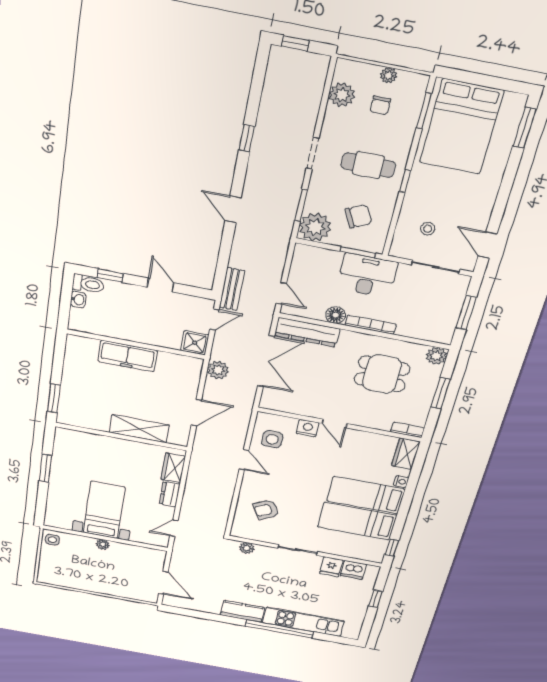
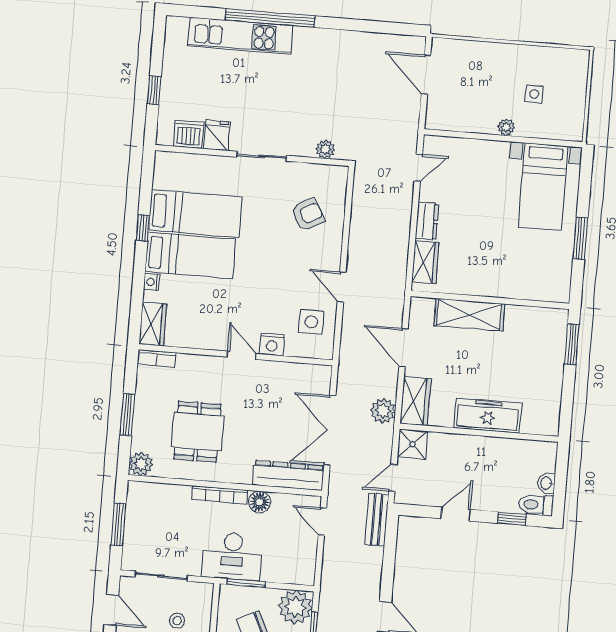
door: (160, 285) -> (456, 514), swing flipped
wardrobe: (189, 374) -> (416, 401), added
dining table: (382, 374) -> (197, 432), turned 90
door: (196, 413) -> (403, 348), hinge flipped
bed with nightstands: (104, 510) -> (543, 187), moved
side table: (52, 540) -> (534, 94), moved
window: (392, 548) -> (143, 228), moved
kitchen counter: (242, 611) -> (321, 41), removed

